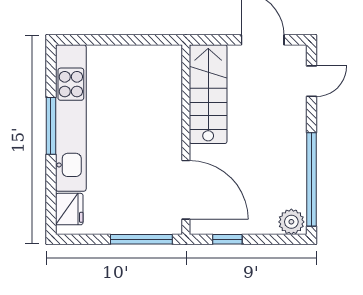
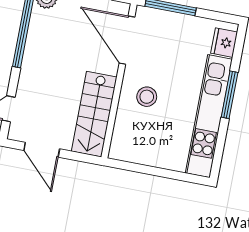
window: (51, 126) -> (230, 95), moved
stool: (149, 127) -> (147, 97), added

